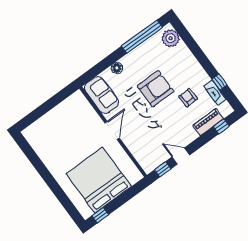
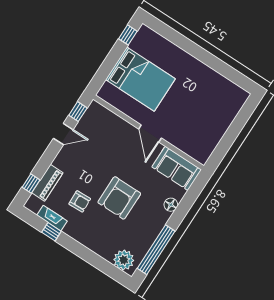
bed: (99, 180) -> (140, 79), width x0.73

